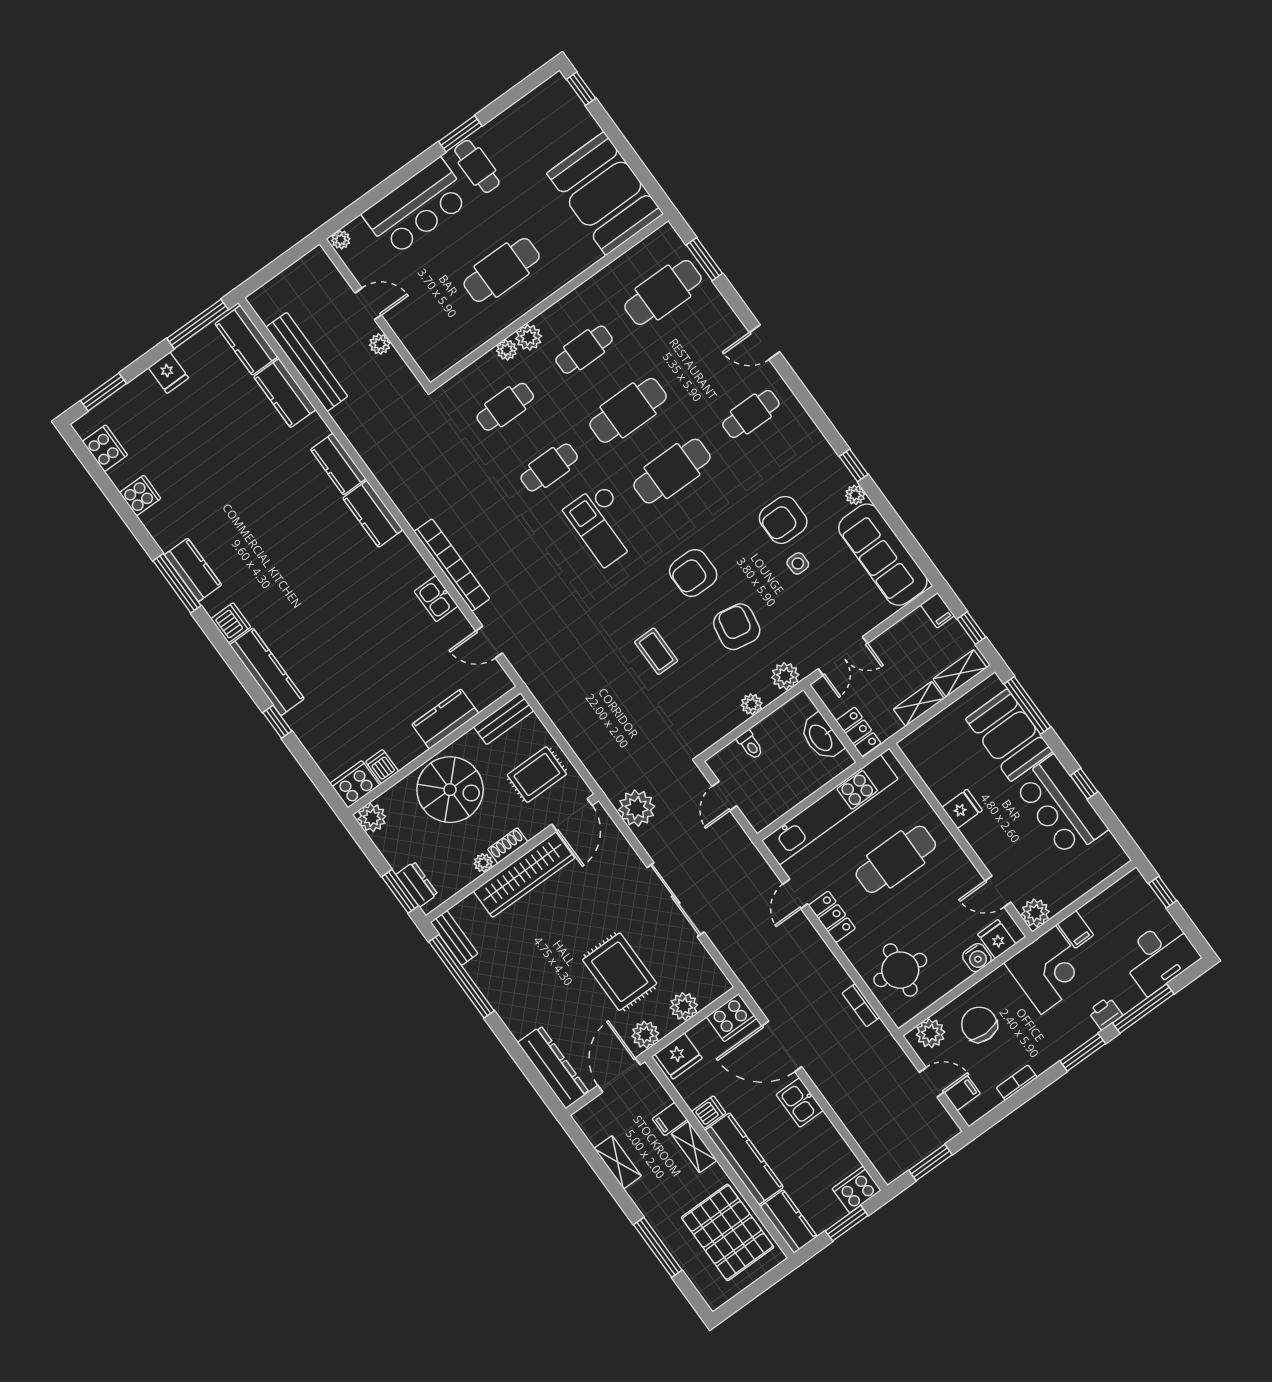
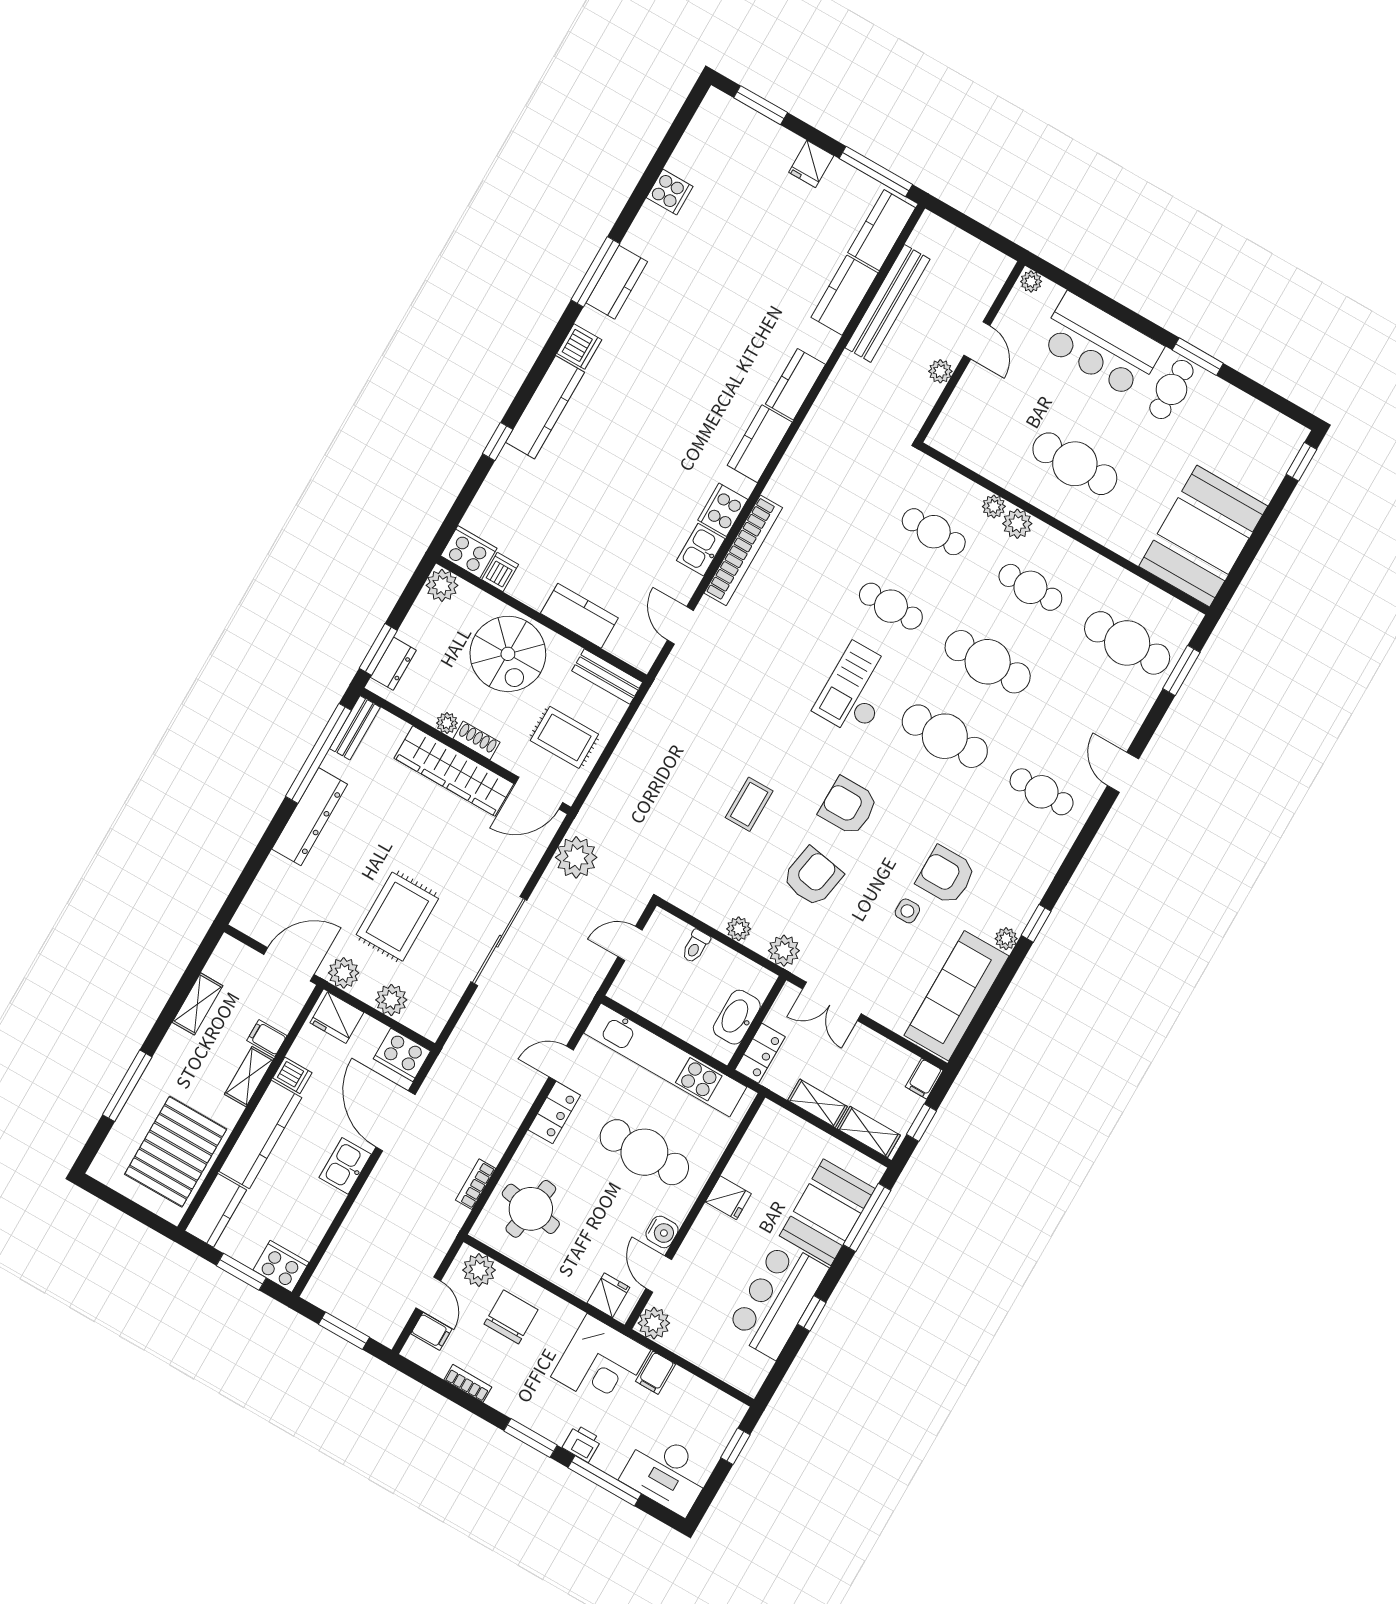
cooker: (105, 448) -> (723, 510), moved, turned 180
water cooler: (977, 958) -> (662, 1232), moved, turned -90
dresser: (553, 1067) -> (310, 817), moved

